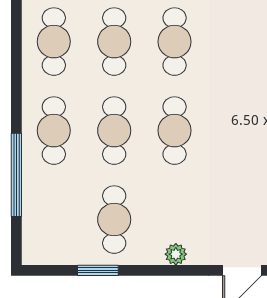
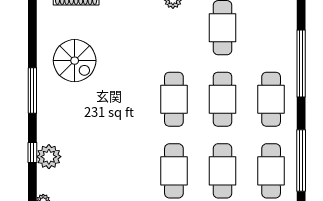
window: (16, 55) -> (301, 160), added

